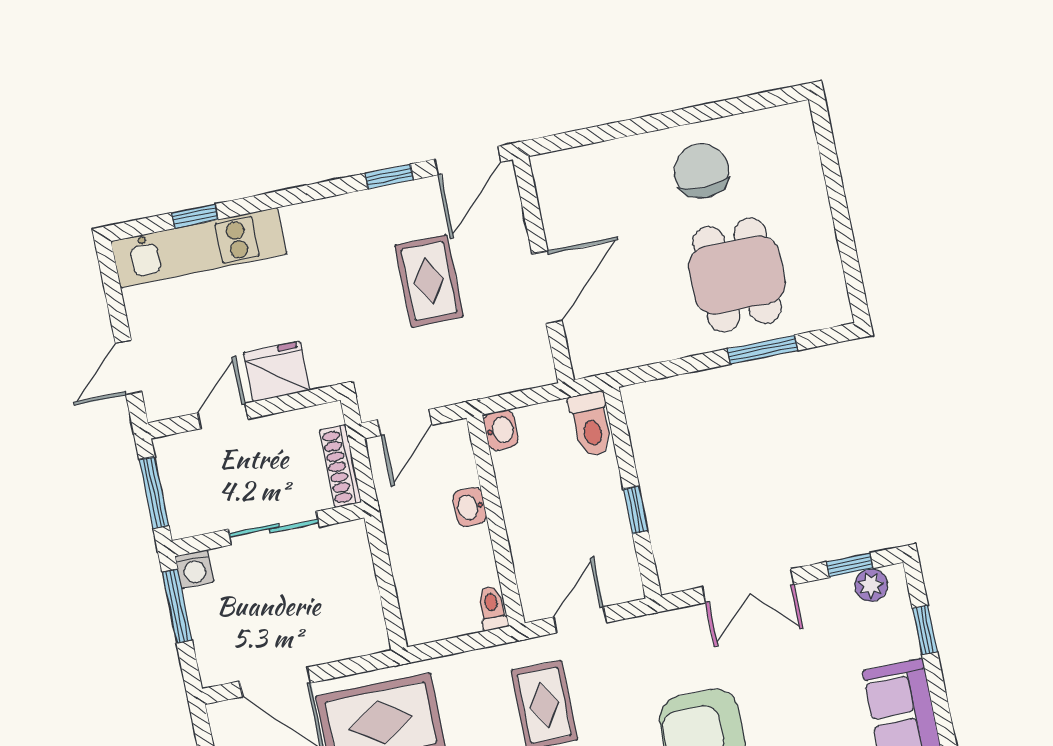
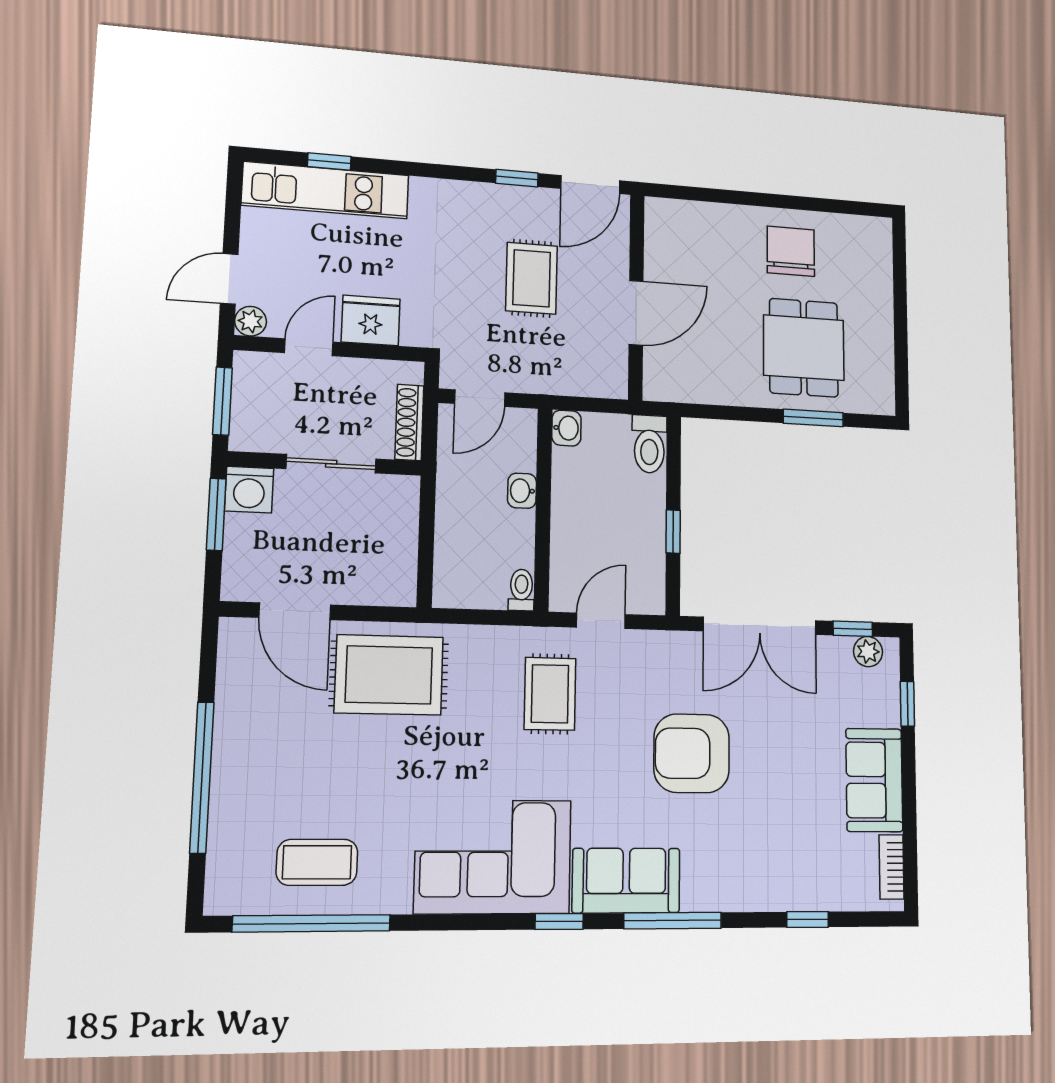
plant: (160, 405) -> (251, 321), added
washing machine: (194, 569) -> (249, 490), width x1.38, depth x1.38
double door: (748, 586) -> (760, 626), width x1.37

